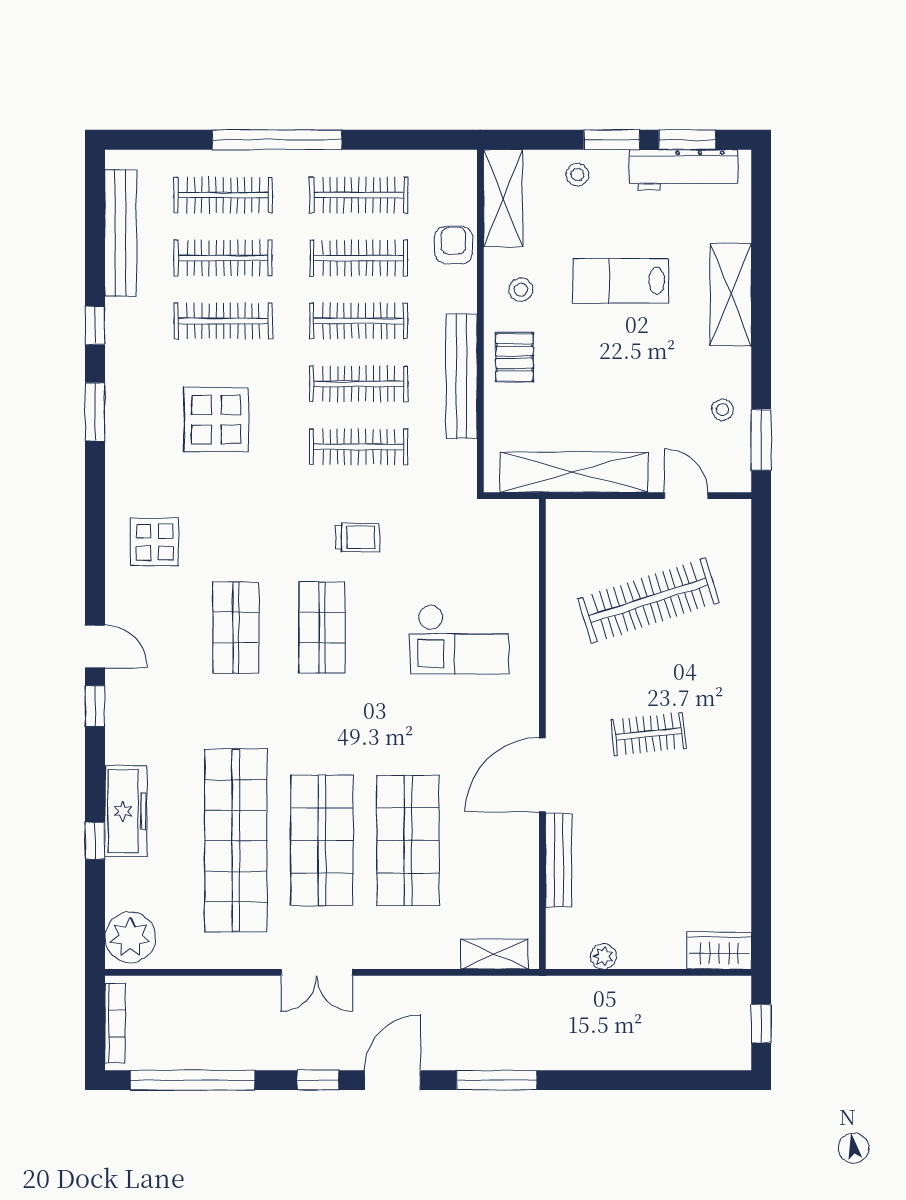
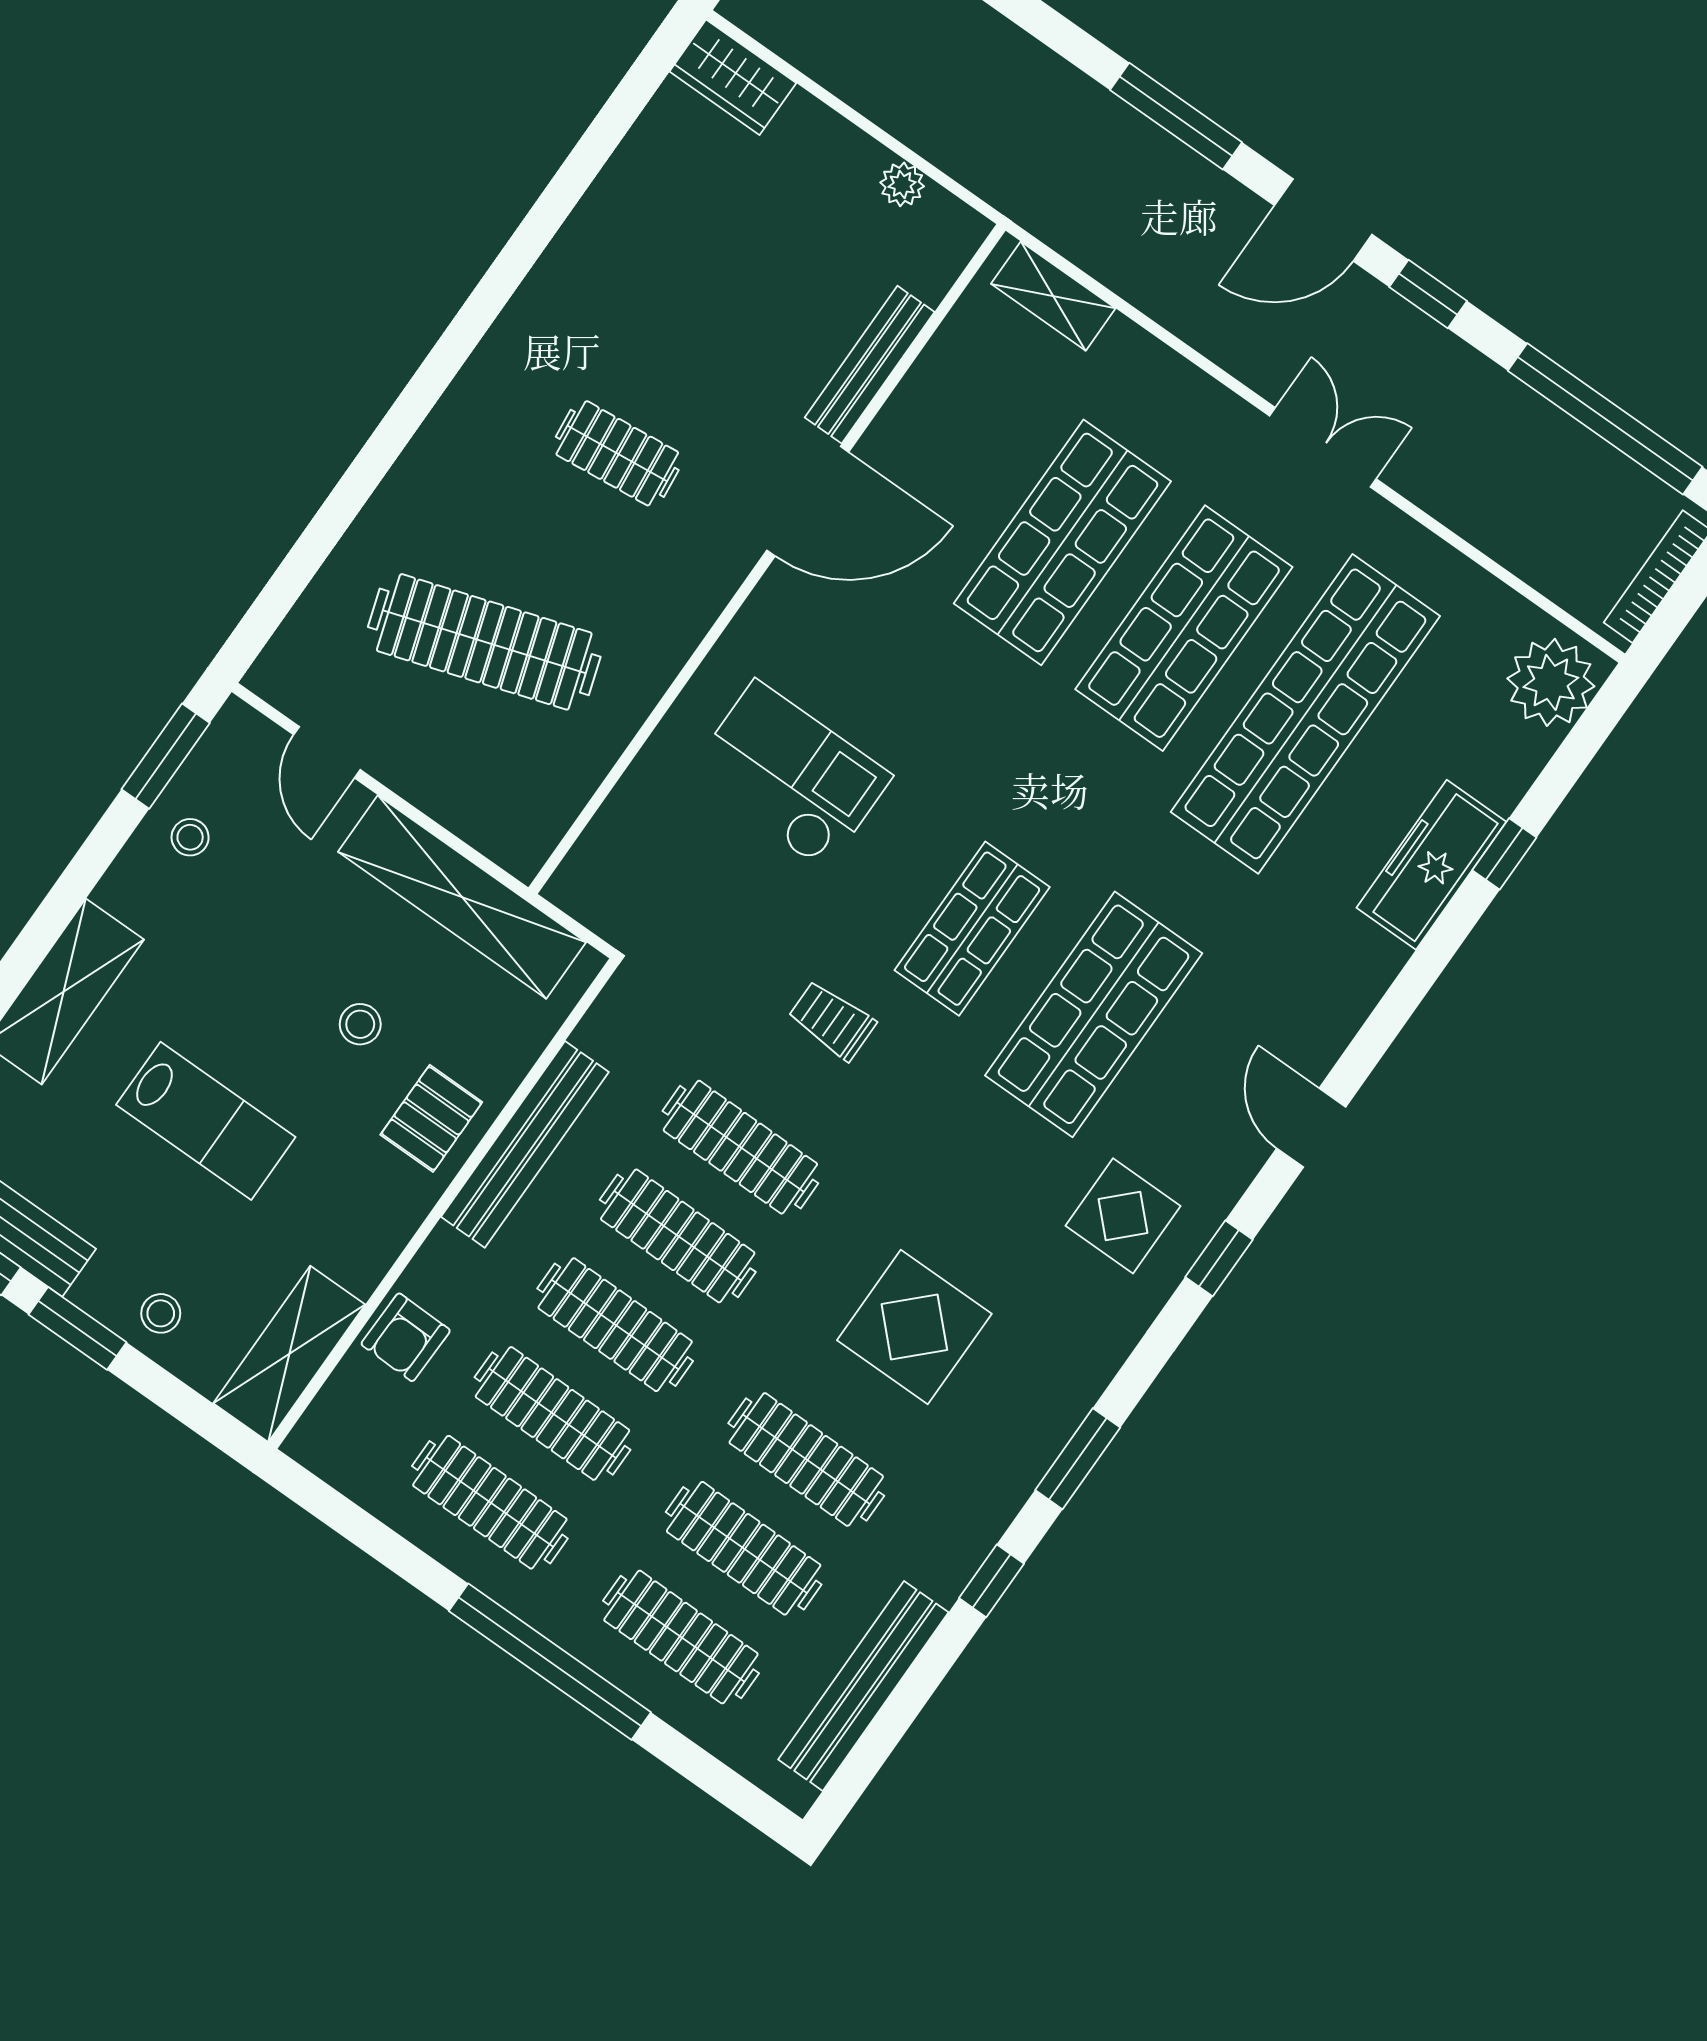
stool: (521, 290) -> (360, 1024), moved
shop shelf: (236, 628) -> (1094, 1014), width x1.43, depth x1.36
window: (95, 706) -> (1219, 1258), moved

